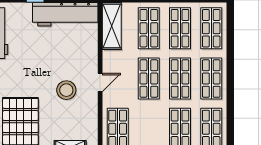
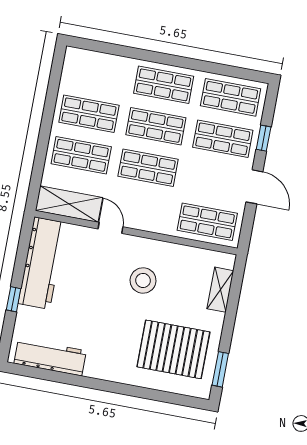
shop shelf: (211, 28) -> (97, 72), removed
door: (100, 83) -> (111, 228), moved

